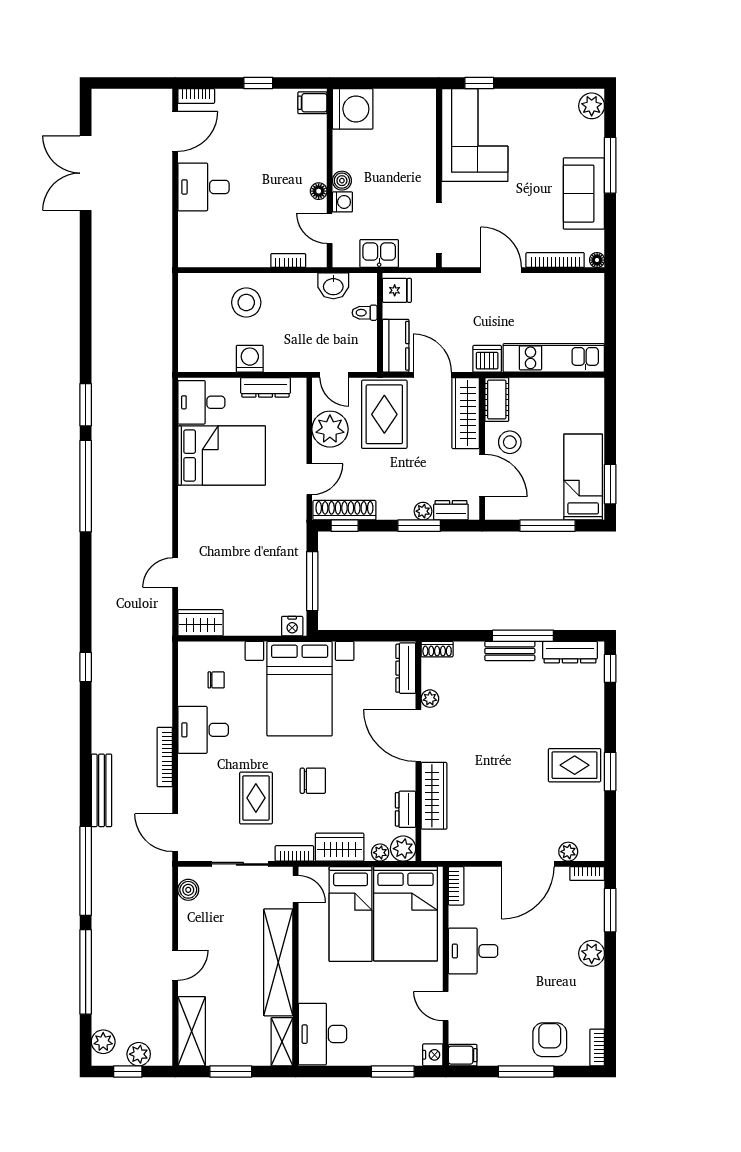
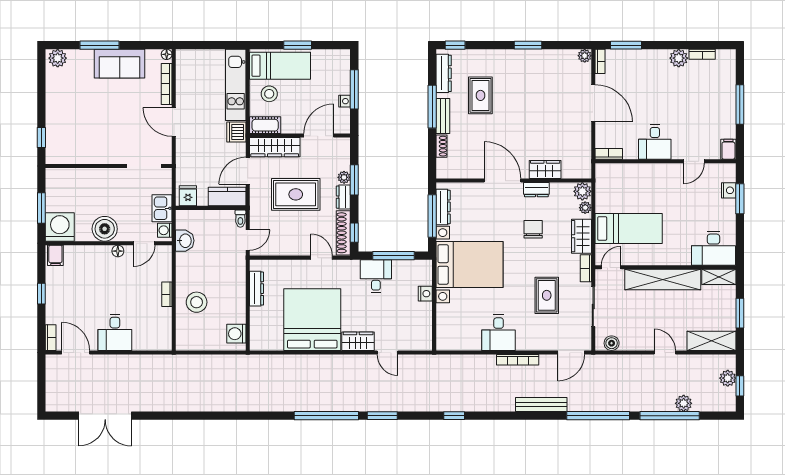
window: (379, 83) -> (41, 208), added
corner sofa: (475, 135) -> (78, 141), removed
boiler: (342, 181) -> (105, 229), width x1.86, depth x1.86
washing machine: (342, 202) -> (165, 230), moved, turned -90
bookcase: (288, 261) -> (167, 294), moved
door: (501, 270) -> (174, 122), hinge flipped
toilet: (365, 313) -> (240, 219), moved
washing machine: (250, 359) -> (236, 334), moved
desk: (201, 402) -> (376, 276), moved, turned 180
window: (86, 405) -> (382, 416), moved
rug: (384, 414) -> (296, 194), moved
plant: (330, 429) -> (286, 243), removed
stool: (510, 442) -> (269, 94), moved
bed: (222, 455) -> (312, 320), width x1.36
bed: (583, 477) -> (280, 66), moved, turned 180
window: (610, 484) -> (298, 45), moved
dresser: (451, 510) -> (343, 197), moved
nightstand: (531, 512) -> (345, 101), added
wardrobe: (200, 623) -> (358, 341), moved, turned 90
nightstand: (292, 626) -> (425, 294), moved
window: (368, 636) -> (432, 216), added
shoe rack: (437, 649) -> (442, 146), moved
dresser: (406, 668) -> (443, 207), moved, turned -90
chair: (216, 680) -> (463, 323), removed
plant: (430, 699) -> (476, 172), removed
door: (418, 735) -> (502, 181), swing flipped
rug: (575, 765) -> (480, 95), moved
chair: (313, 781) -> (533, 229), moved
wardrobe: (434, 796) -> (545, 169), width x0.67
rug: (256, 798) -> (547, 295), turned 90
dresser: (406, 809) -> (536, 190), moved
plant: (568, 852) -> (585, 56), moved
bed: (406, 914) -> (629, 190), removed
plant: (592, 953) -> (679, 58), moved
armchair: (550, 1040) -> (718, 88), removed
plant: (103, 1042) -> (684, 403), moved
bookcase: (597, 1047) -> (702, 54), moved
nightstand: (433, 1055) -> (729, 190), moved, turned 90

